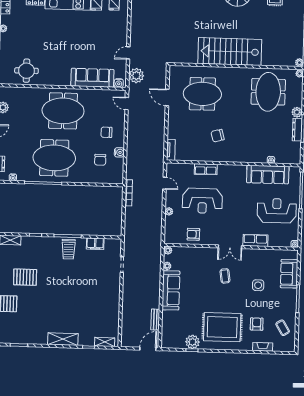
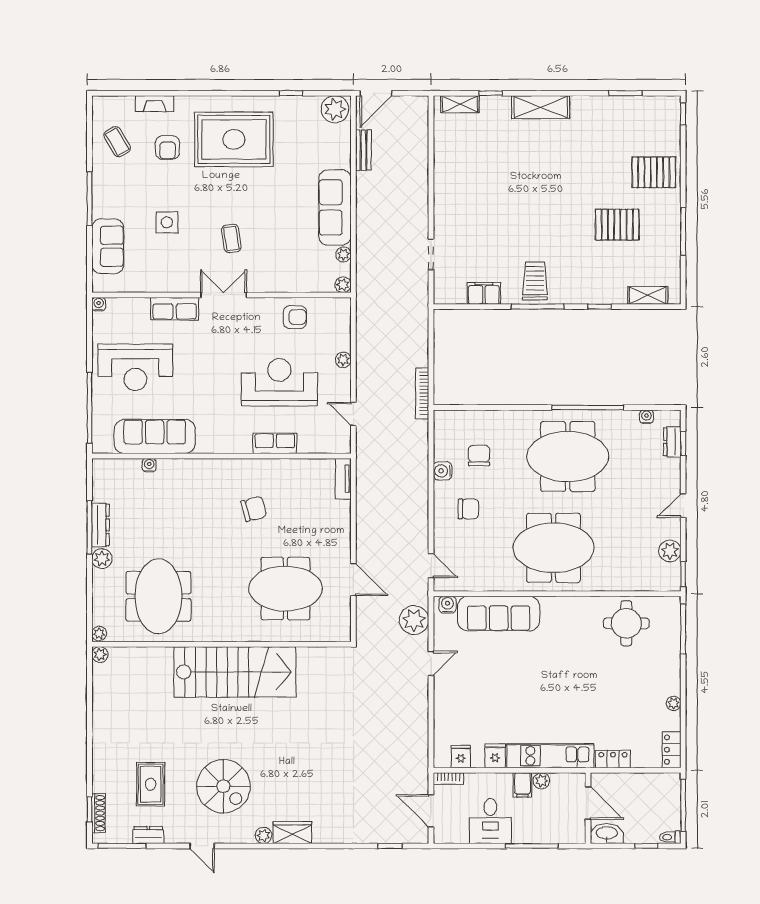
plant: (192, 342) -> (335, 109), moved

